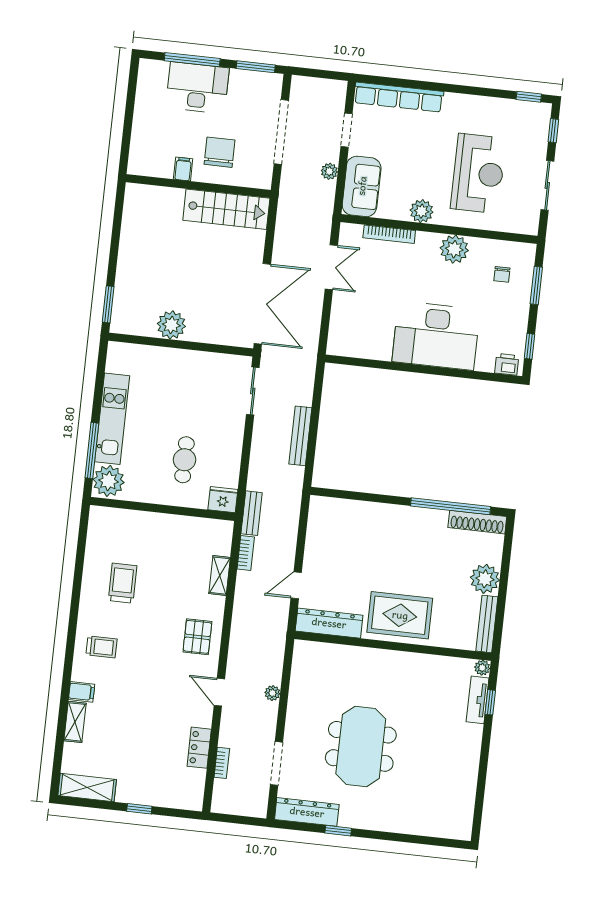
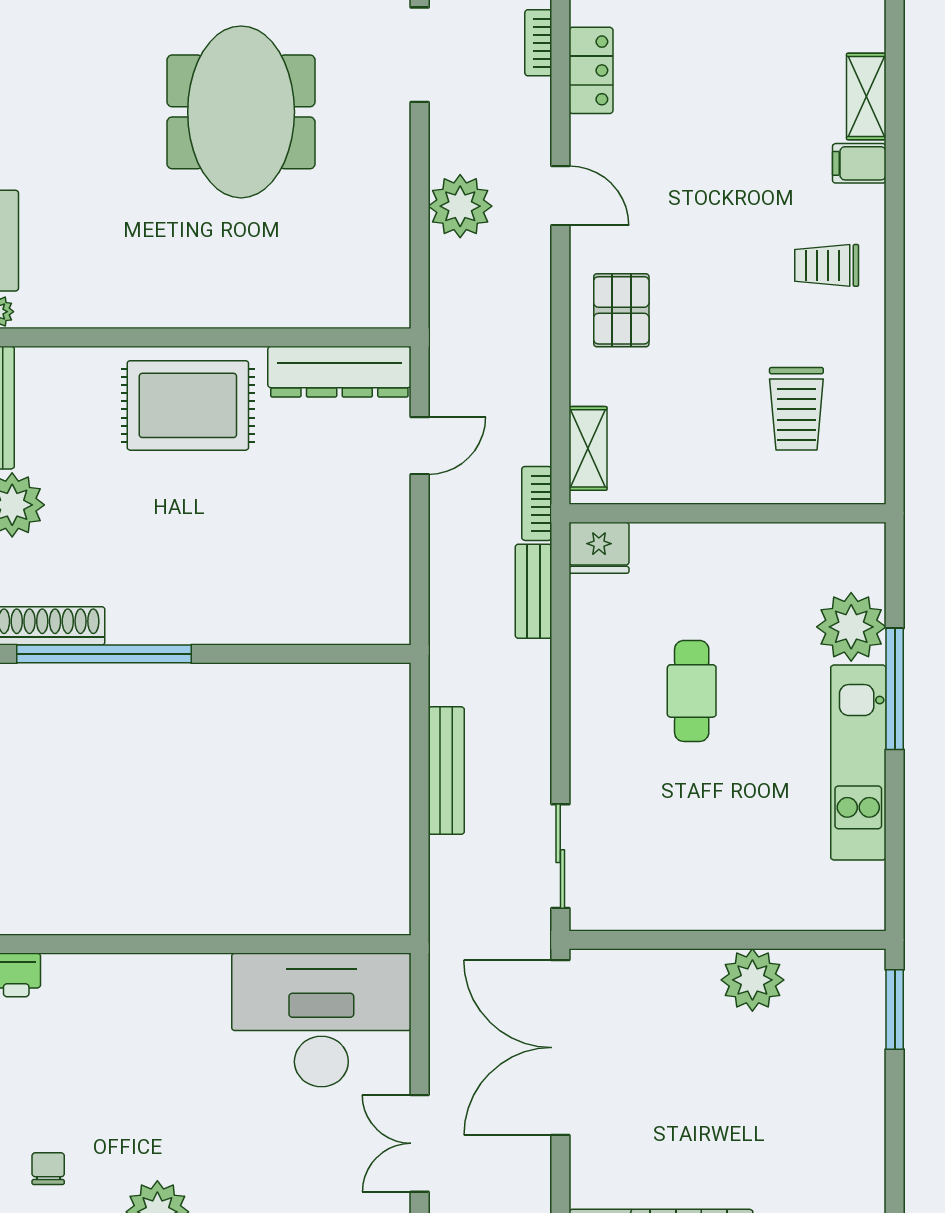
desk: (436, 336) -> (321, 1020), moved
fridge: (223, 500) -> (599, 548), moved
wall: (163, 509) -> (727, 513), moved
plant: (272, 693) -> (460, 206), width x1.88, depth x1.88

